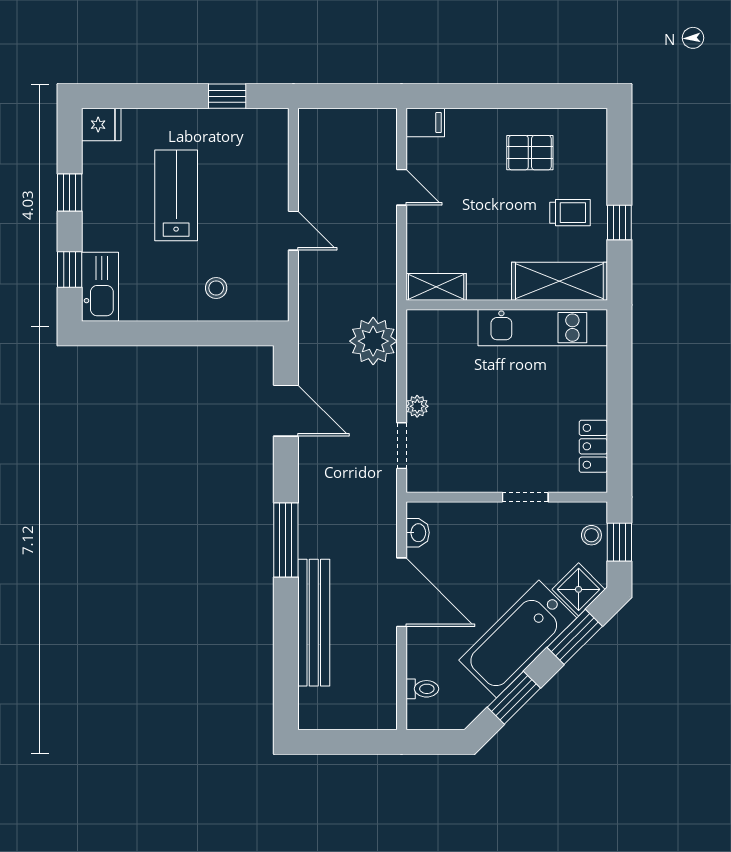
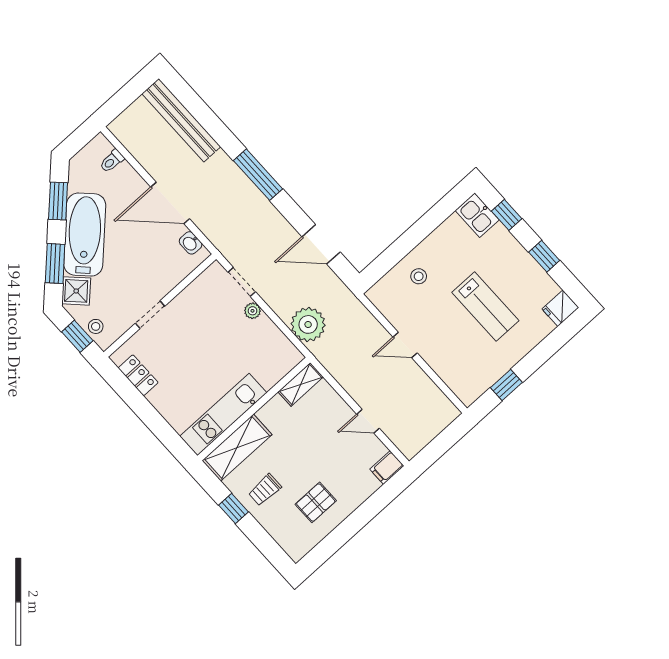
kitchen sink: (100, 287) -> (477, 215), width x0.73
bench: (314, 623) -> (181, 120), moved

